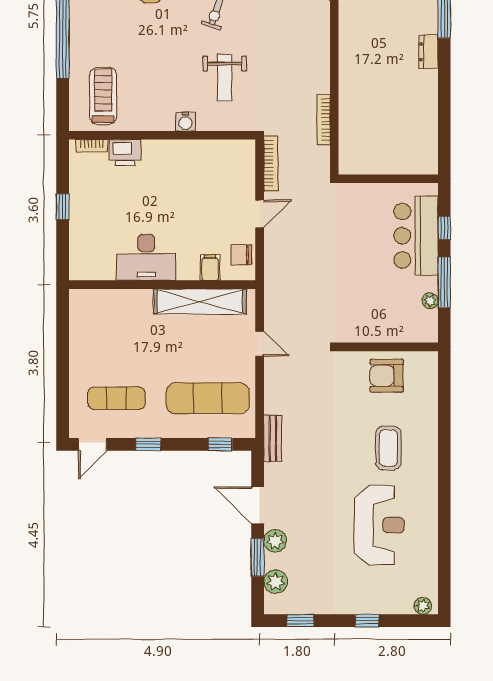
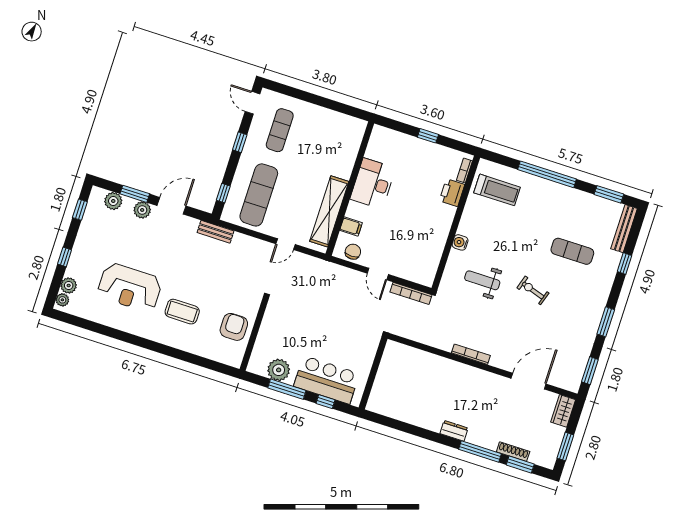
bookcase: (324, 120) -> (471, 354), moved
plant: (430, 301) -> (279, 370), width x1.88, depth x1.88
plant: (402, 604) -> (69, 285), added

